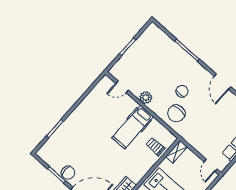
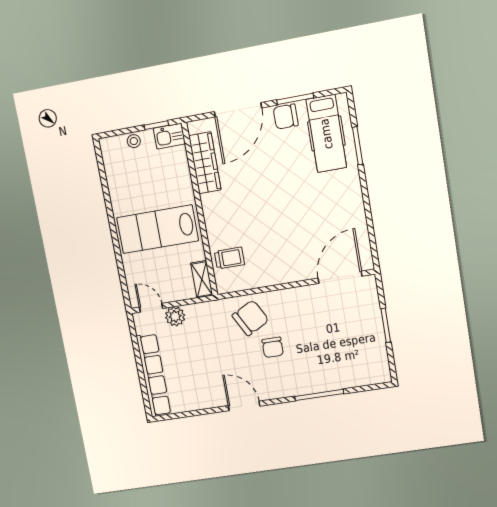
door: (122, 87) -> (340, 277), width x1.87
plant: (146, 98) -> (175, 316), moved
chair: (176, 113) -> (250, 318), turned 62
hospital bed: (133, 127) -> (326, 134), moved, turned 180

